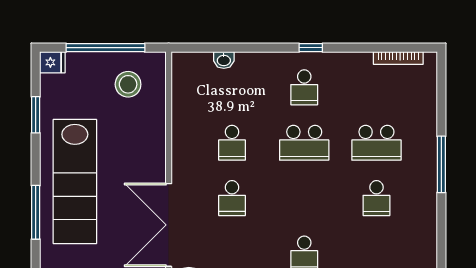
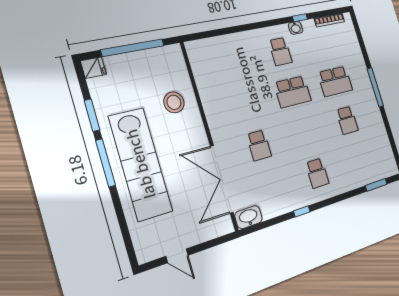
window: (311, 48) -> (300, 18), moved
washbasin: (224, 60) -> (296, 28), moved
stool: (128, 84) -> (174, 102), moved
school desk: (232, 143) -> (246, 103), removed
window: (36, 212) -> (105, 163), moved

